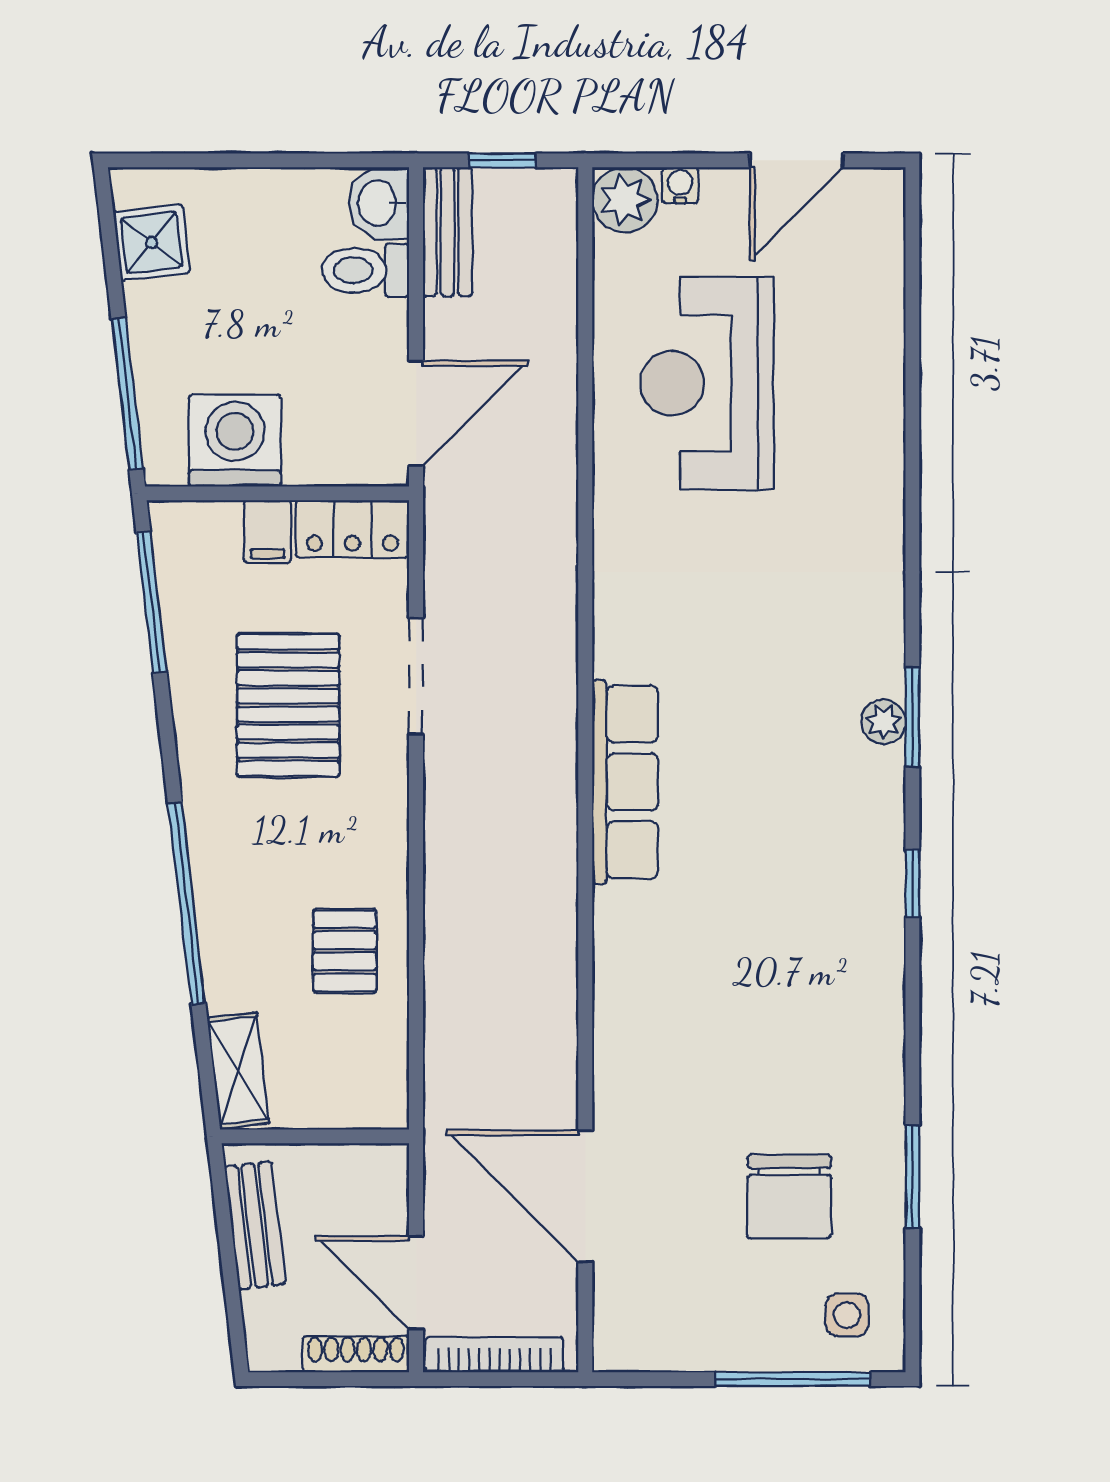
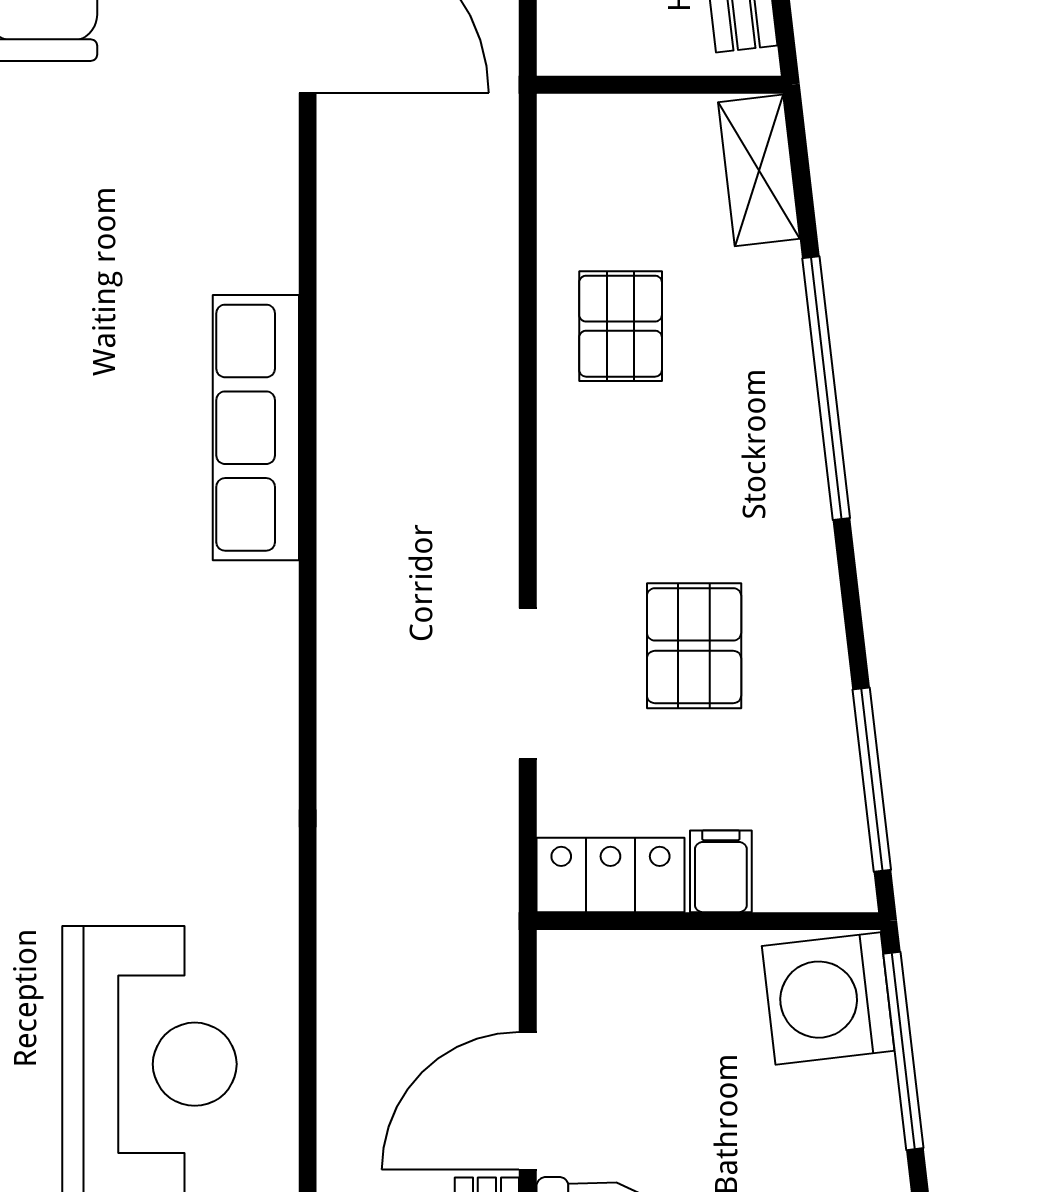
door: (416, 414) -> (528, 1101), moved
washing machine: (235, 441) -> (828, 998), moved, turned 83
pallet: (288, 705) -> (694, 646), width x0.67, depth x0.71
row of seats: (625, 782) -> (256, 428), moved

